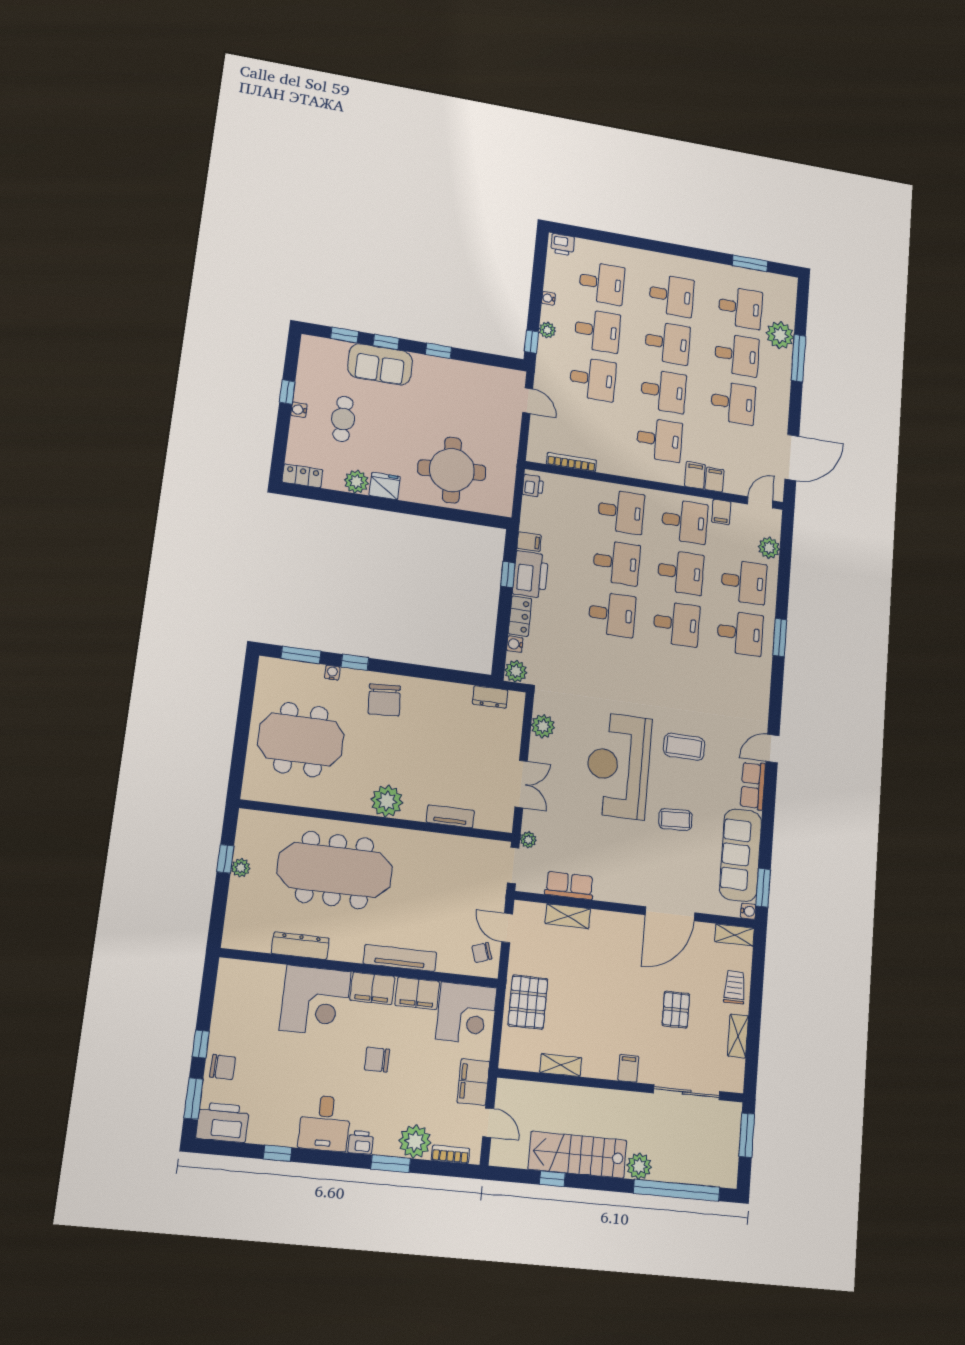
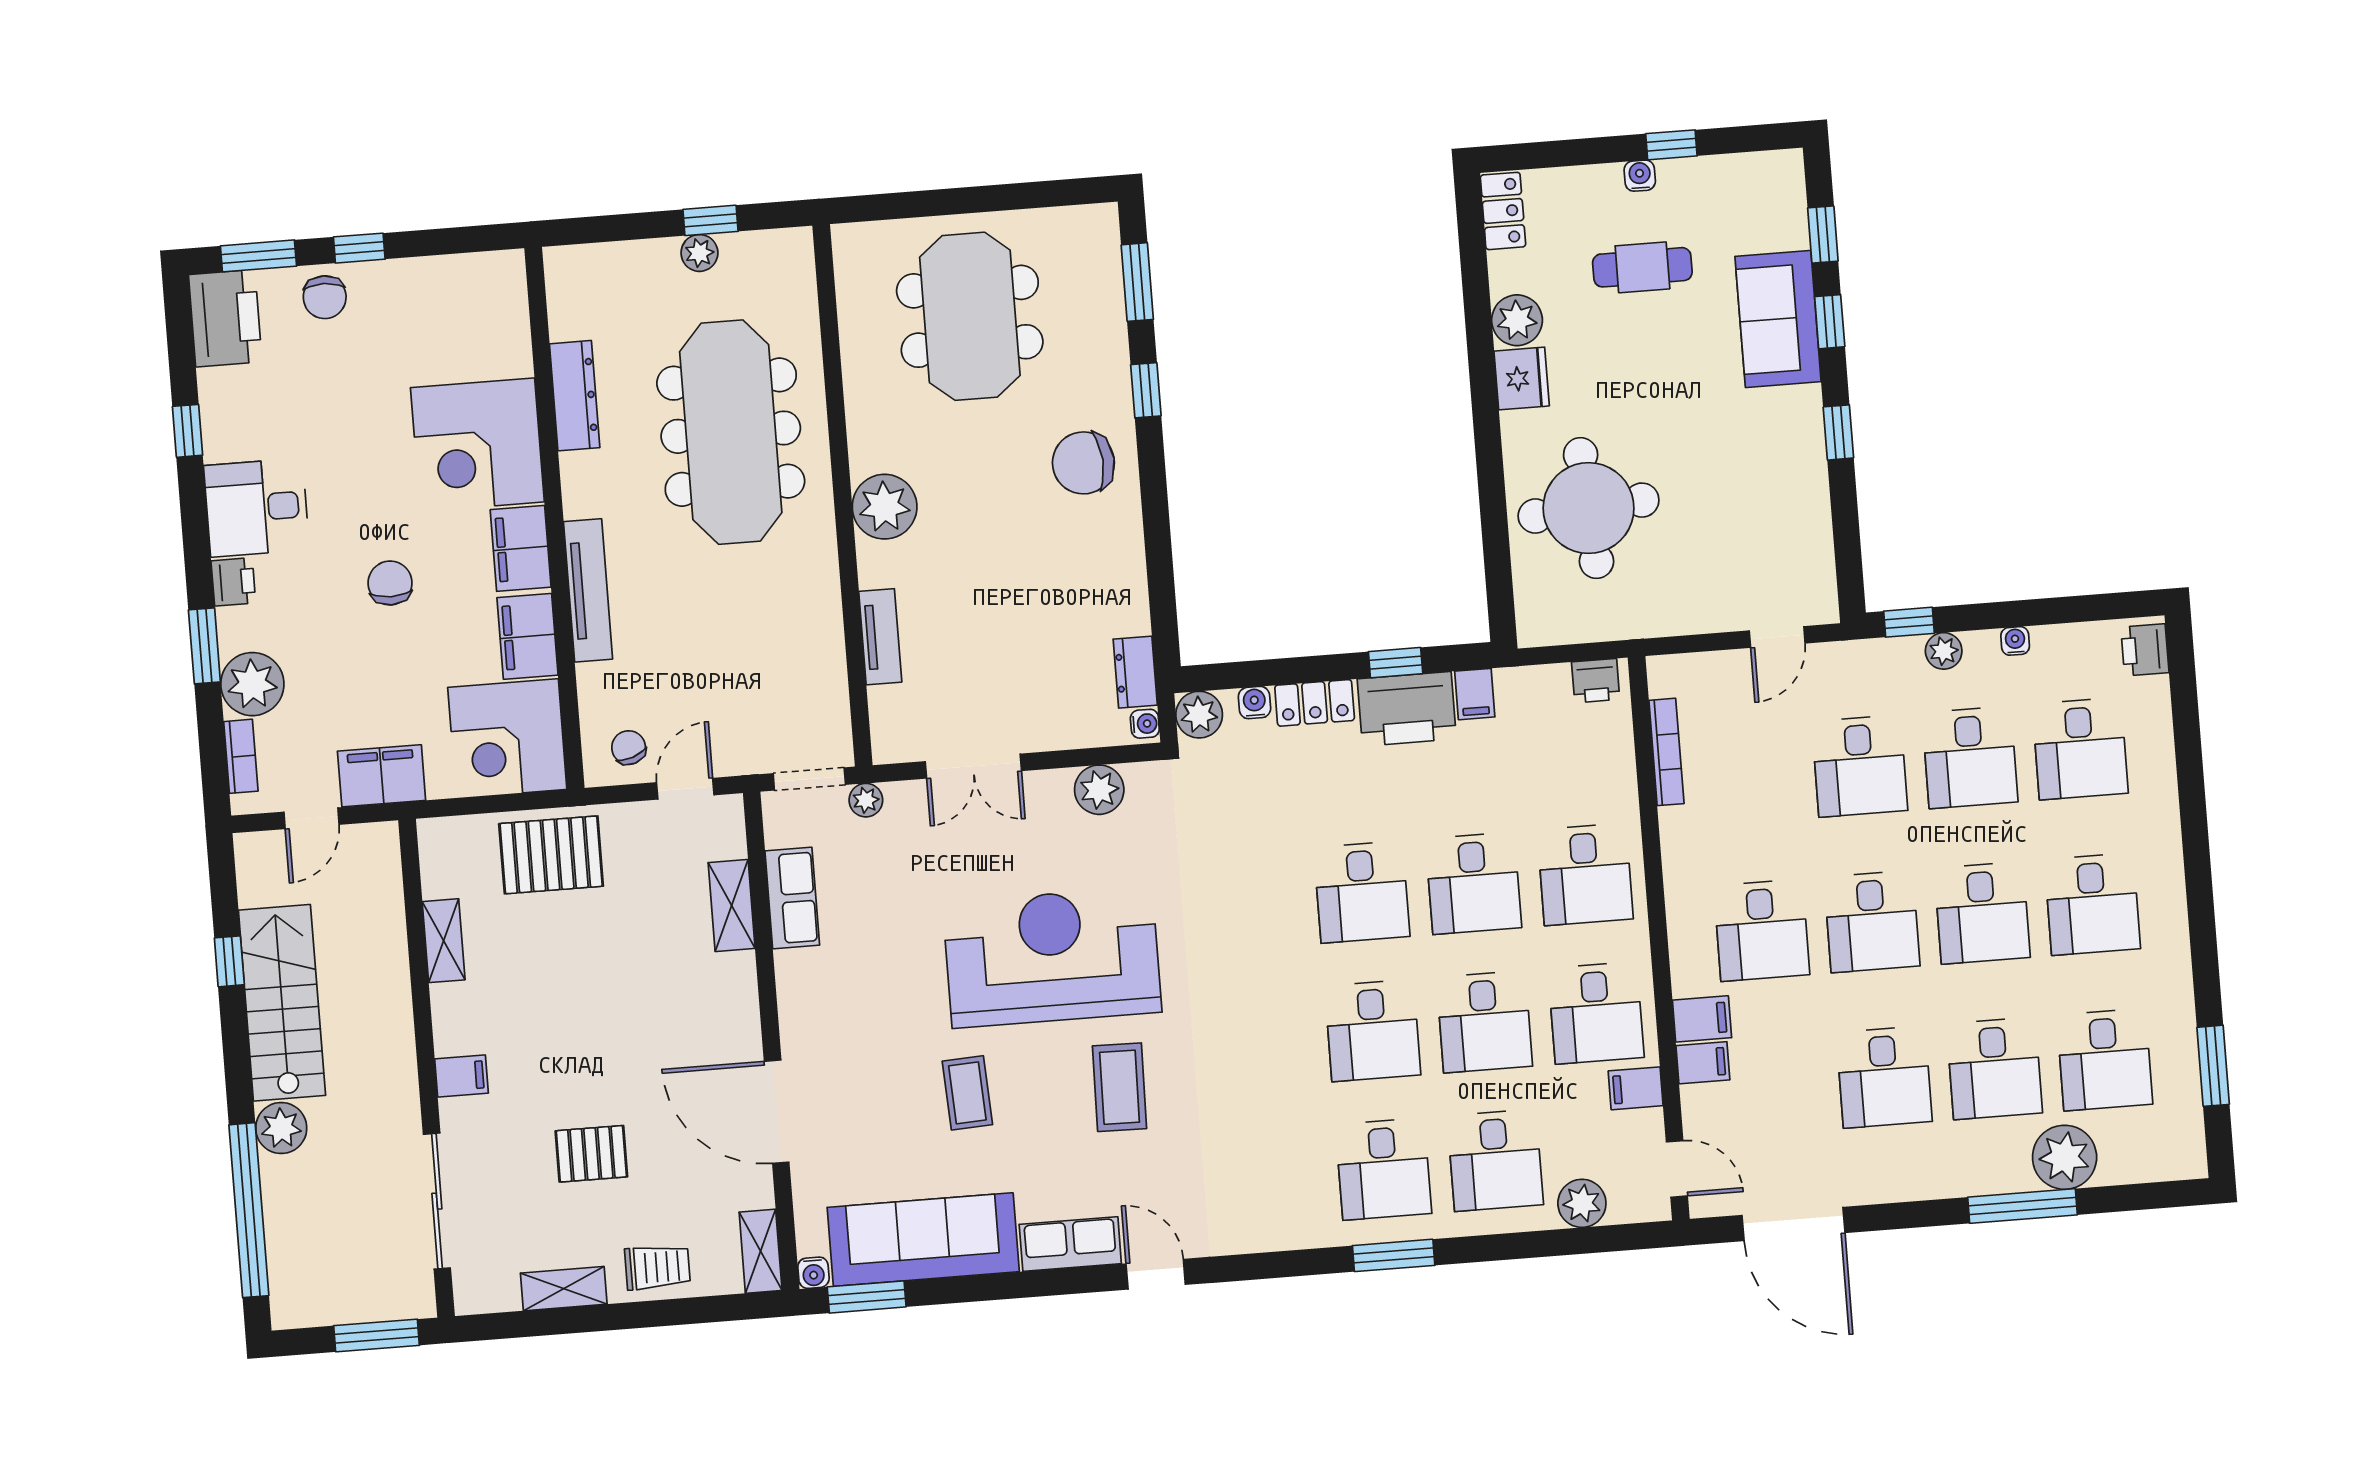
water cooler: (332, 673) -> (1145, 724), moved

